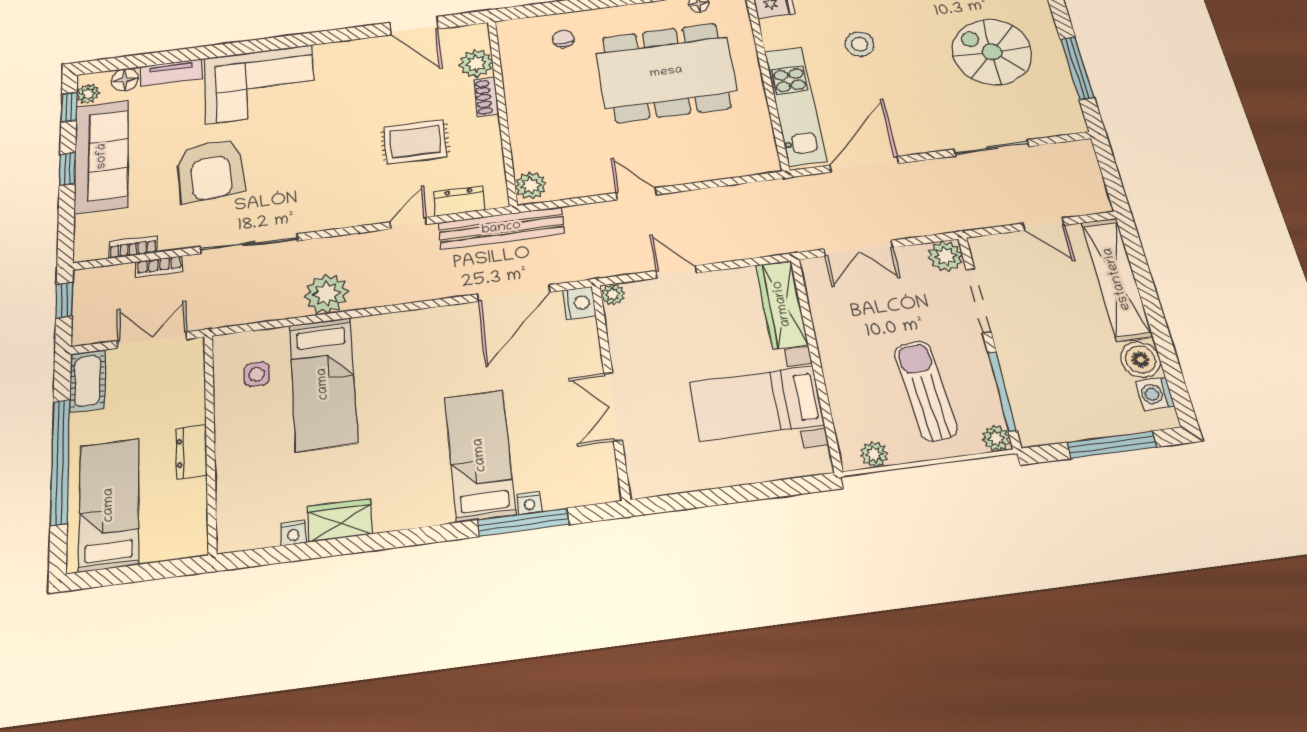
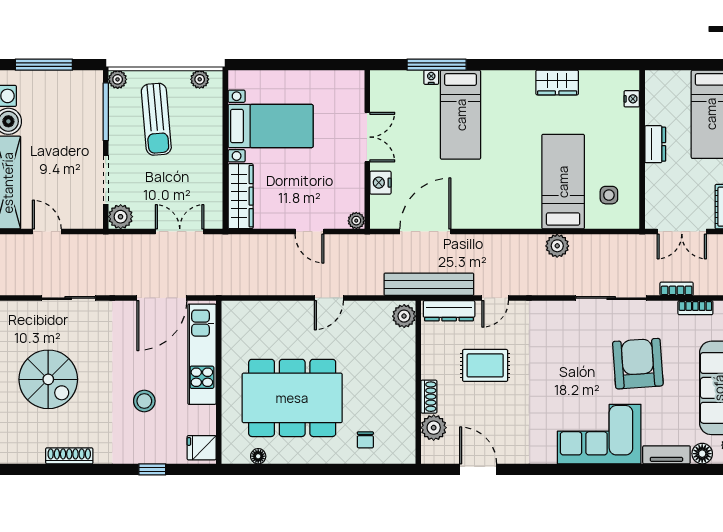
door: (636, 194) -> (329, 298), hinge flipped
dresser: (459, 201) -> (449, 311), width x1.44
plant: (327, 294) -> (557, 246), width x0.73, depth x0.73
nightstand: (579, 303) -> (380, 183), moved
nightstand: (293, 533) -> (632, 99), moved, turned 90

